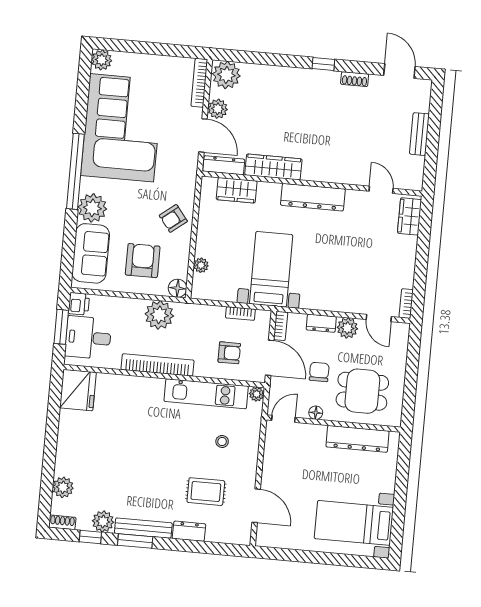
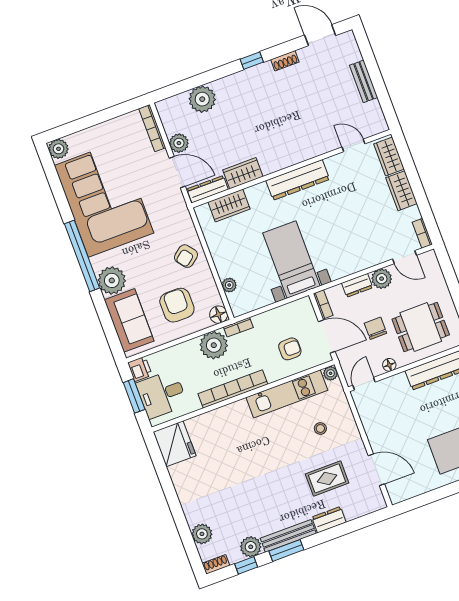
plant: (226, 75) -> (202, 99), moved
wardrobe: (273, 167) -> (243, 173), width x0.67
wardrobe: (406, 254) -> (401, 191), added
bookcase: (240, 314) -> (238, 327), moved

